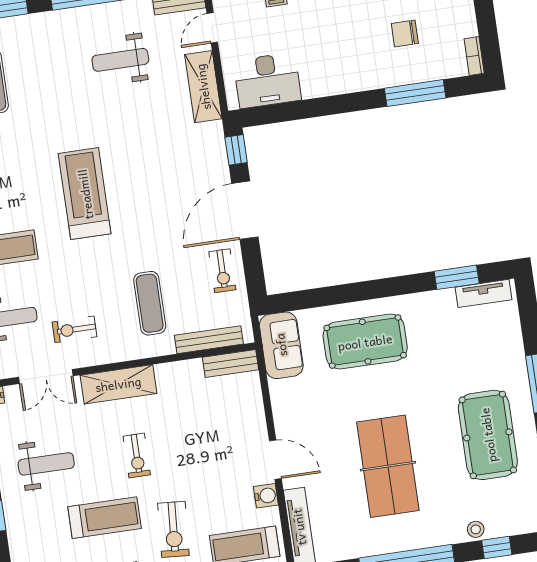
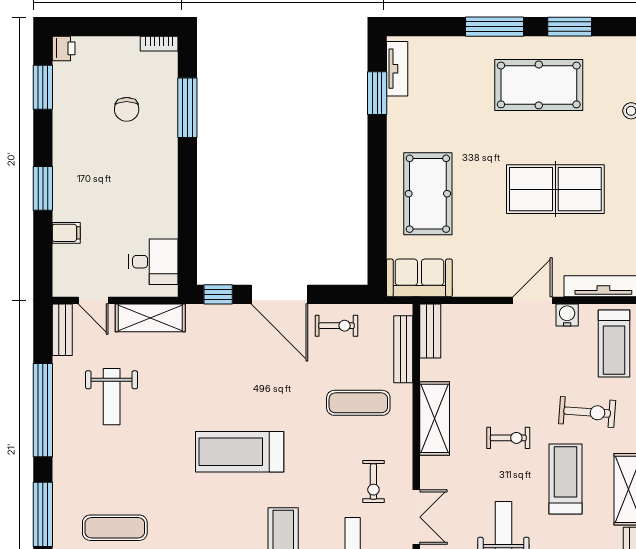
desk: (267, 80) -> (153, 262), width x0.73
shelving: (118, 384) -> (435, 418), moved

